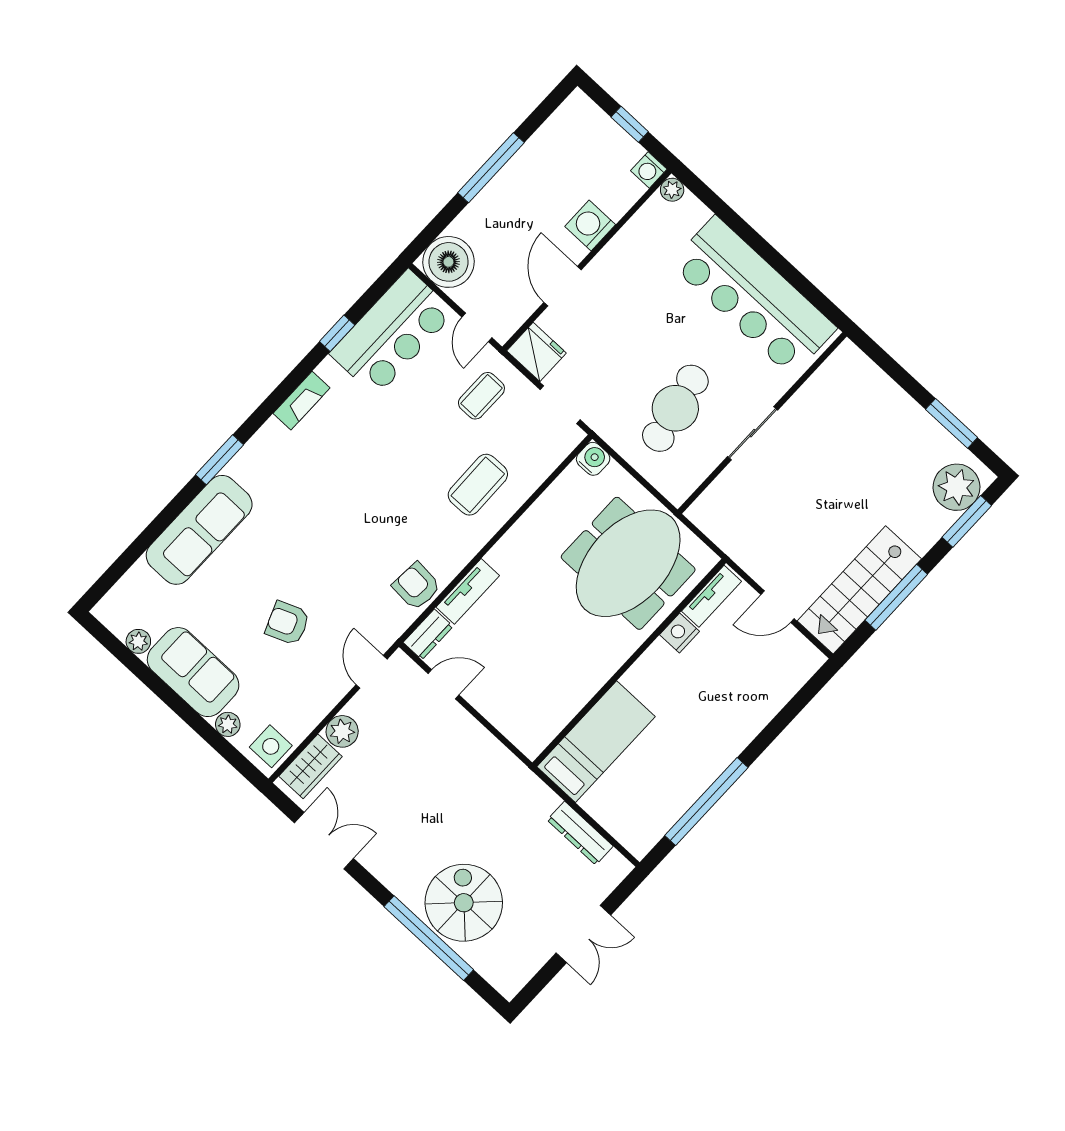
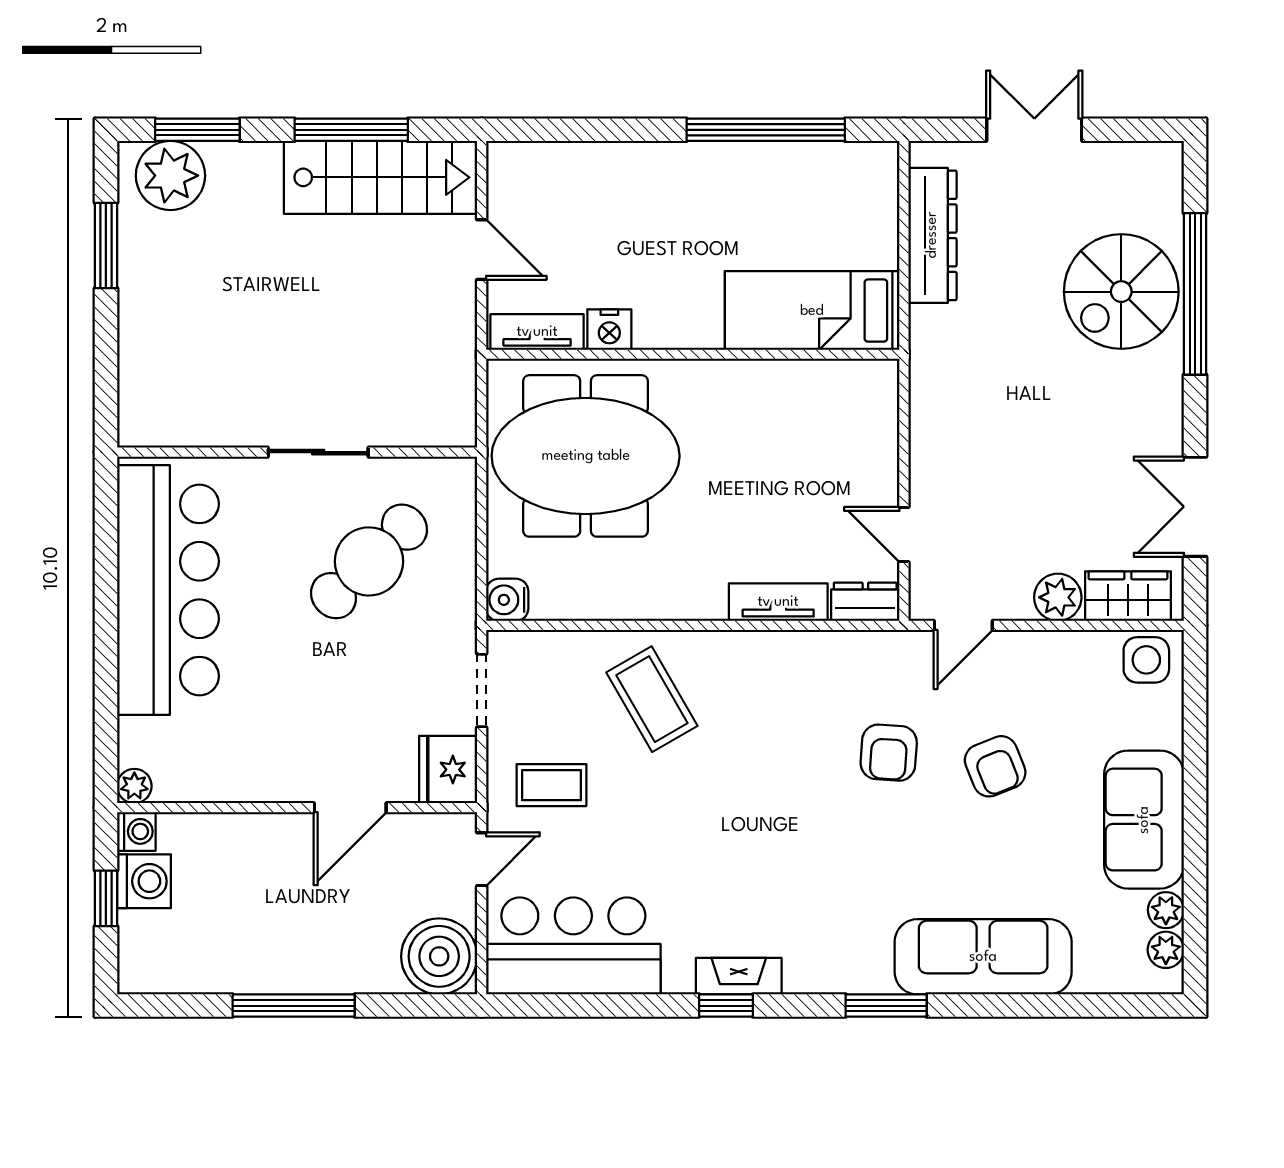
washing machine: (590, 225) -> (144, 881), moved, turned -90
window: (337, 333) -> (726, 1006), moved
cafe table: (675, 408) -> (369, 561), turned -32
coffee table: (478, 485) -> (652, 699), turned 61
armchair: (416, 586) -> (889, 753), moved
plant: (228, 724) -> (1166, 950), moved
dresser: (580, 833) -> (932, 235), width x1.37, depth x1.24

